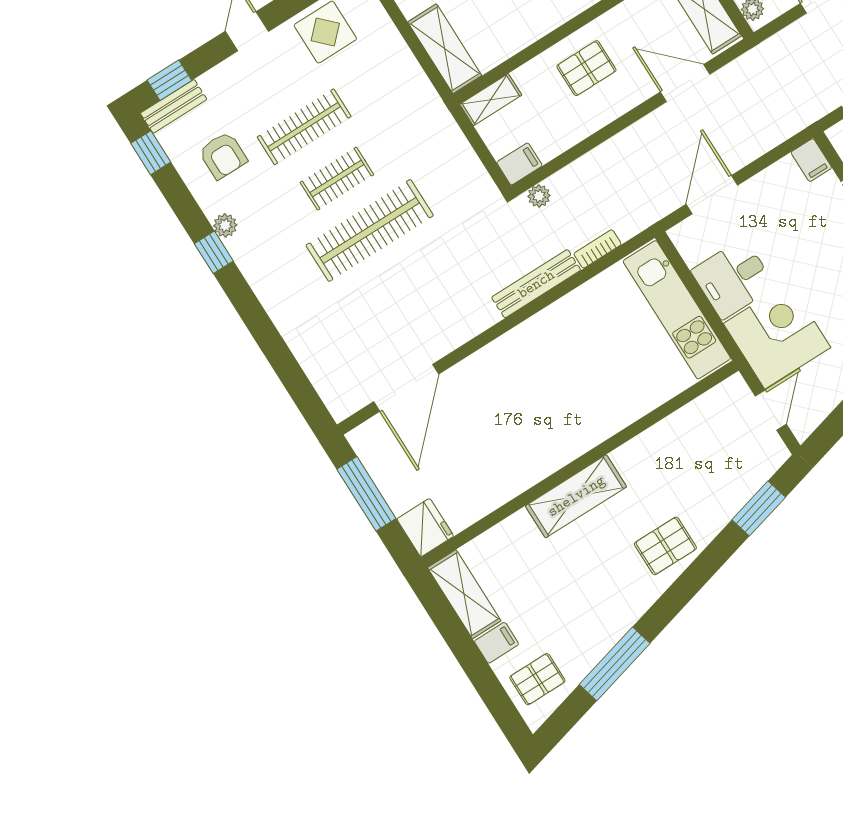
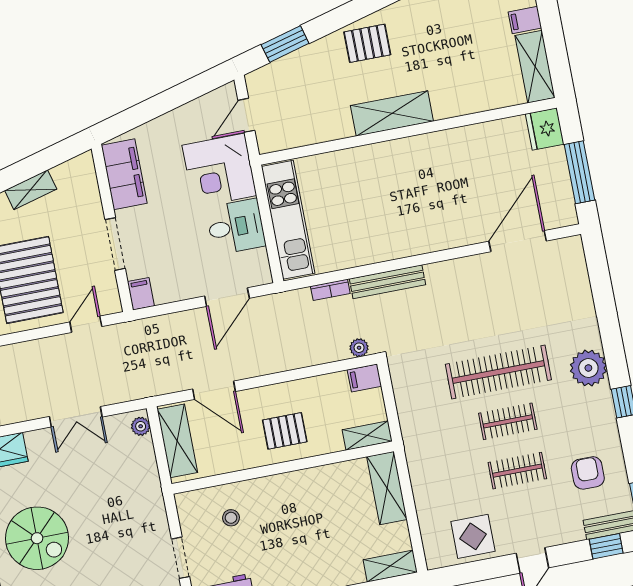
clothes rail: (304, 127) -> (517, 471), width x0.73
plant: (225, 225) -> (588, 368), moved, width x1.88, depth x1.88
shelving: (576, 496) -> (392, 113), moved

